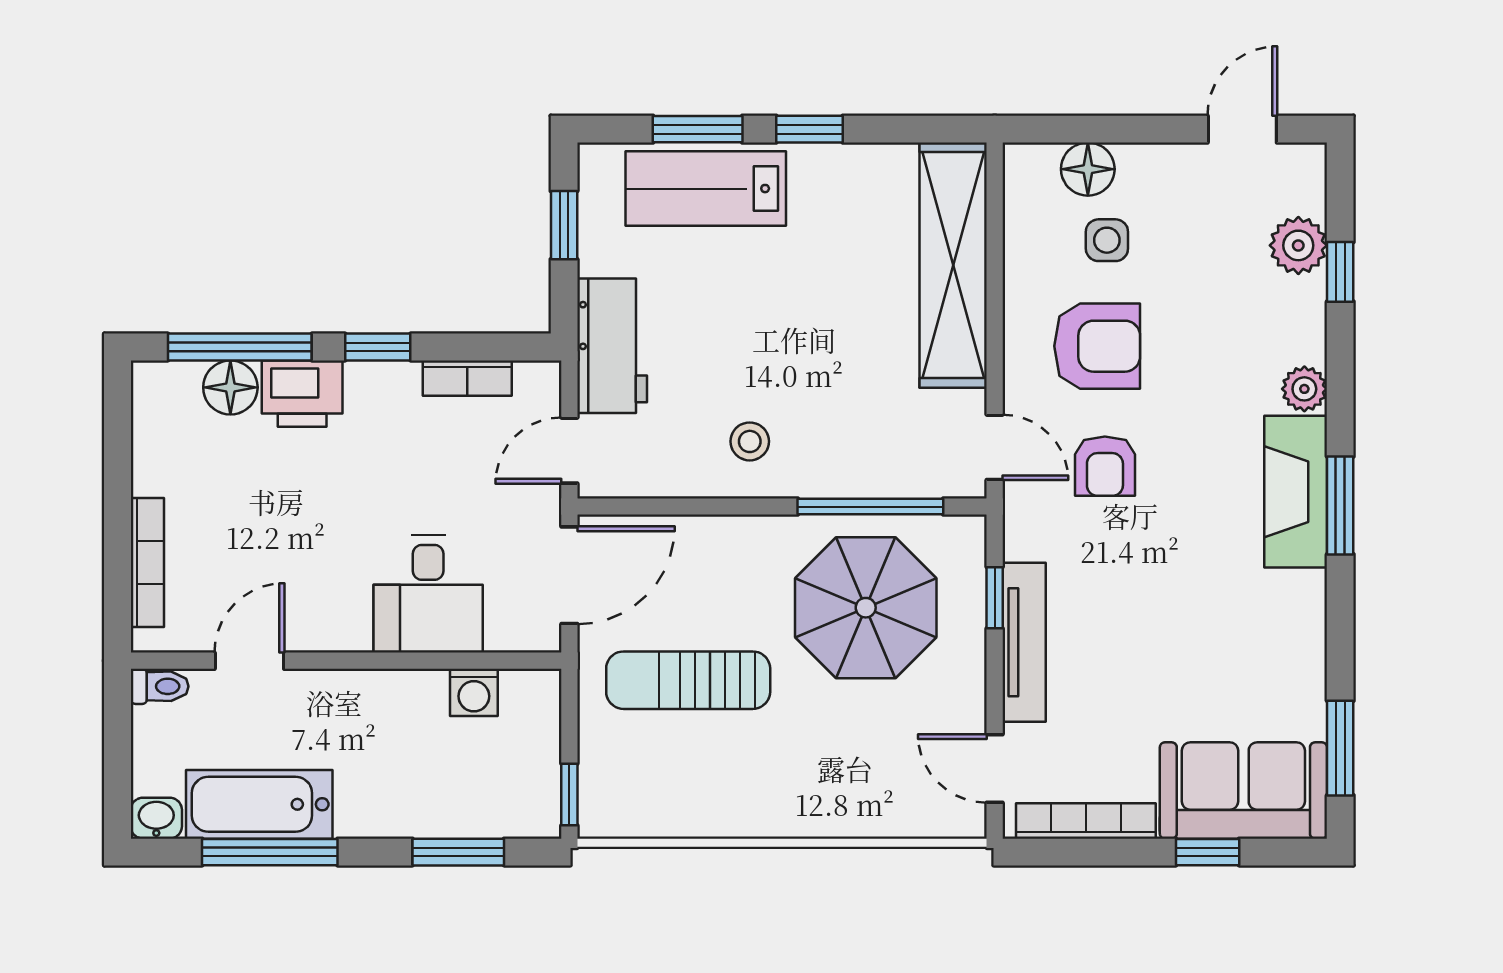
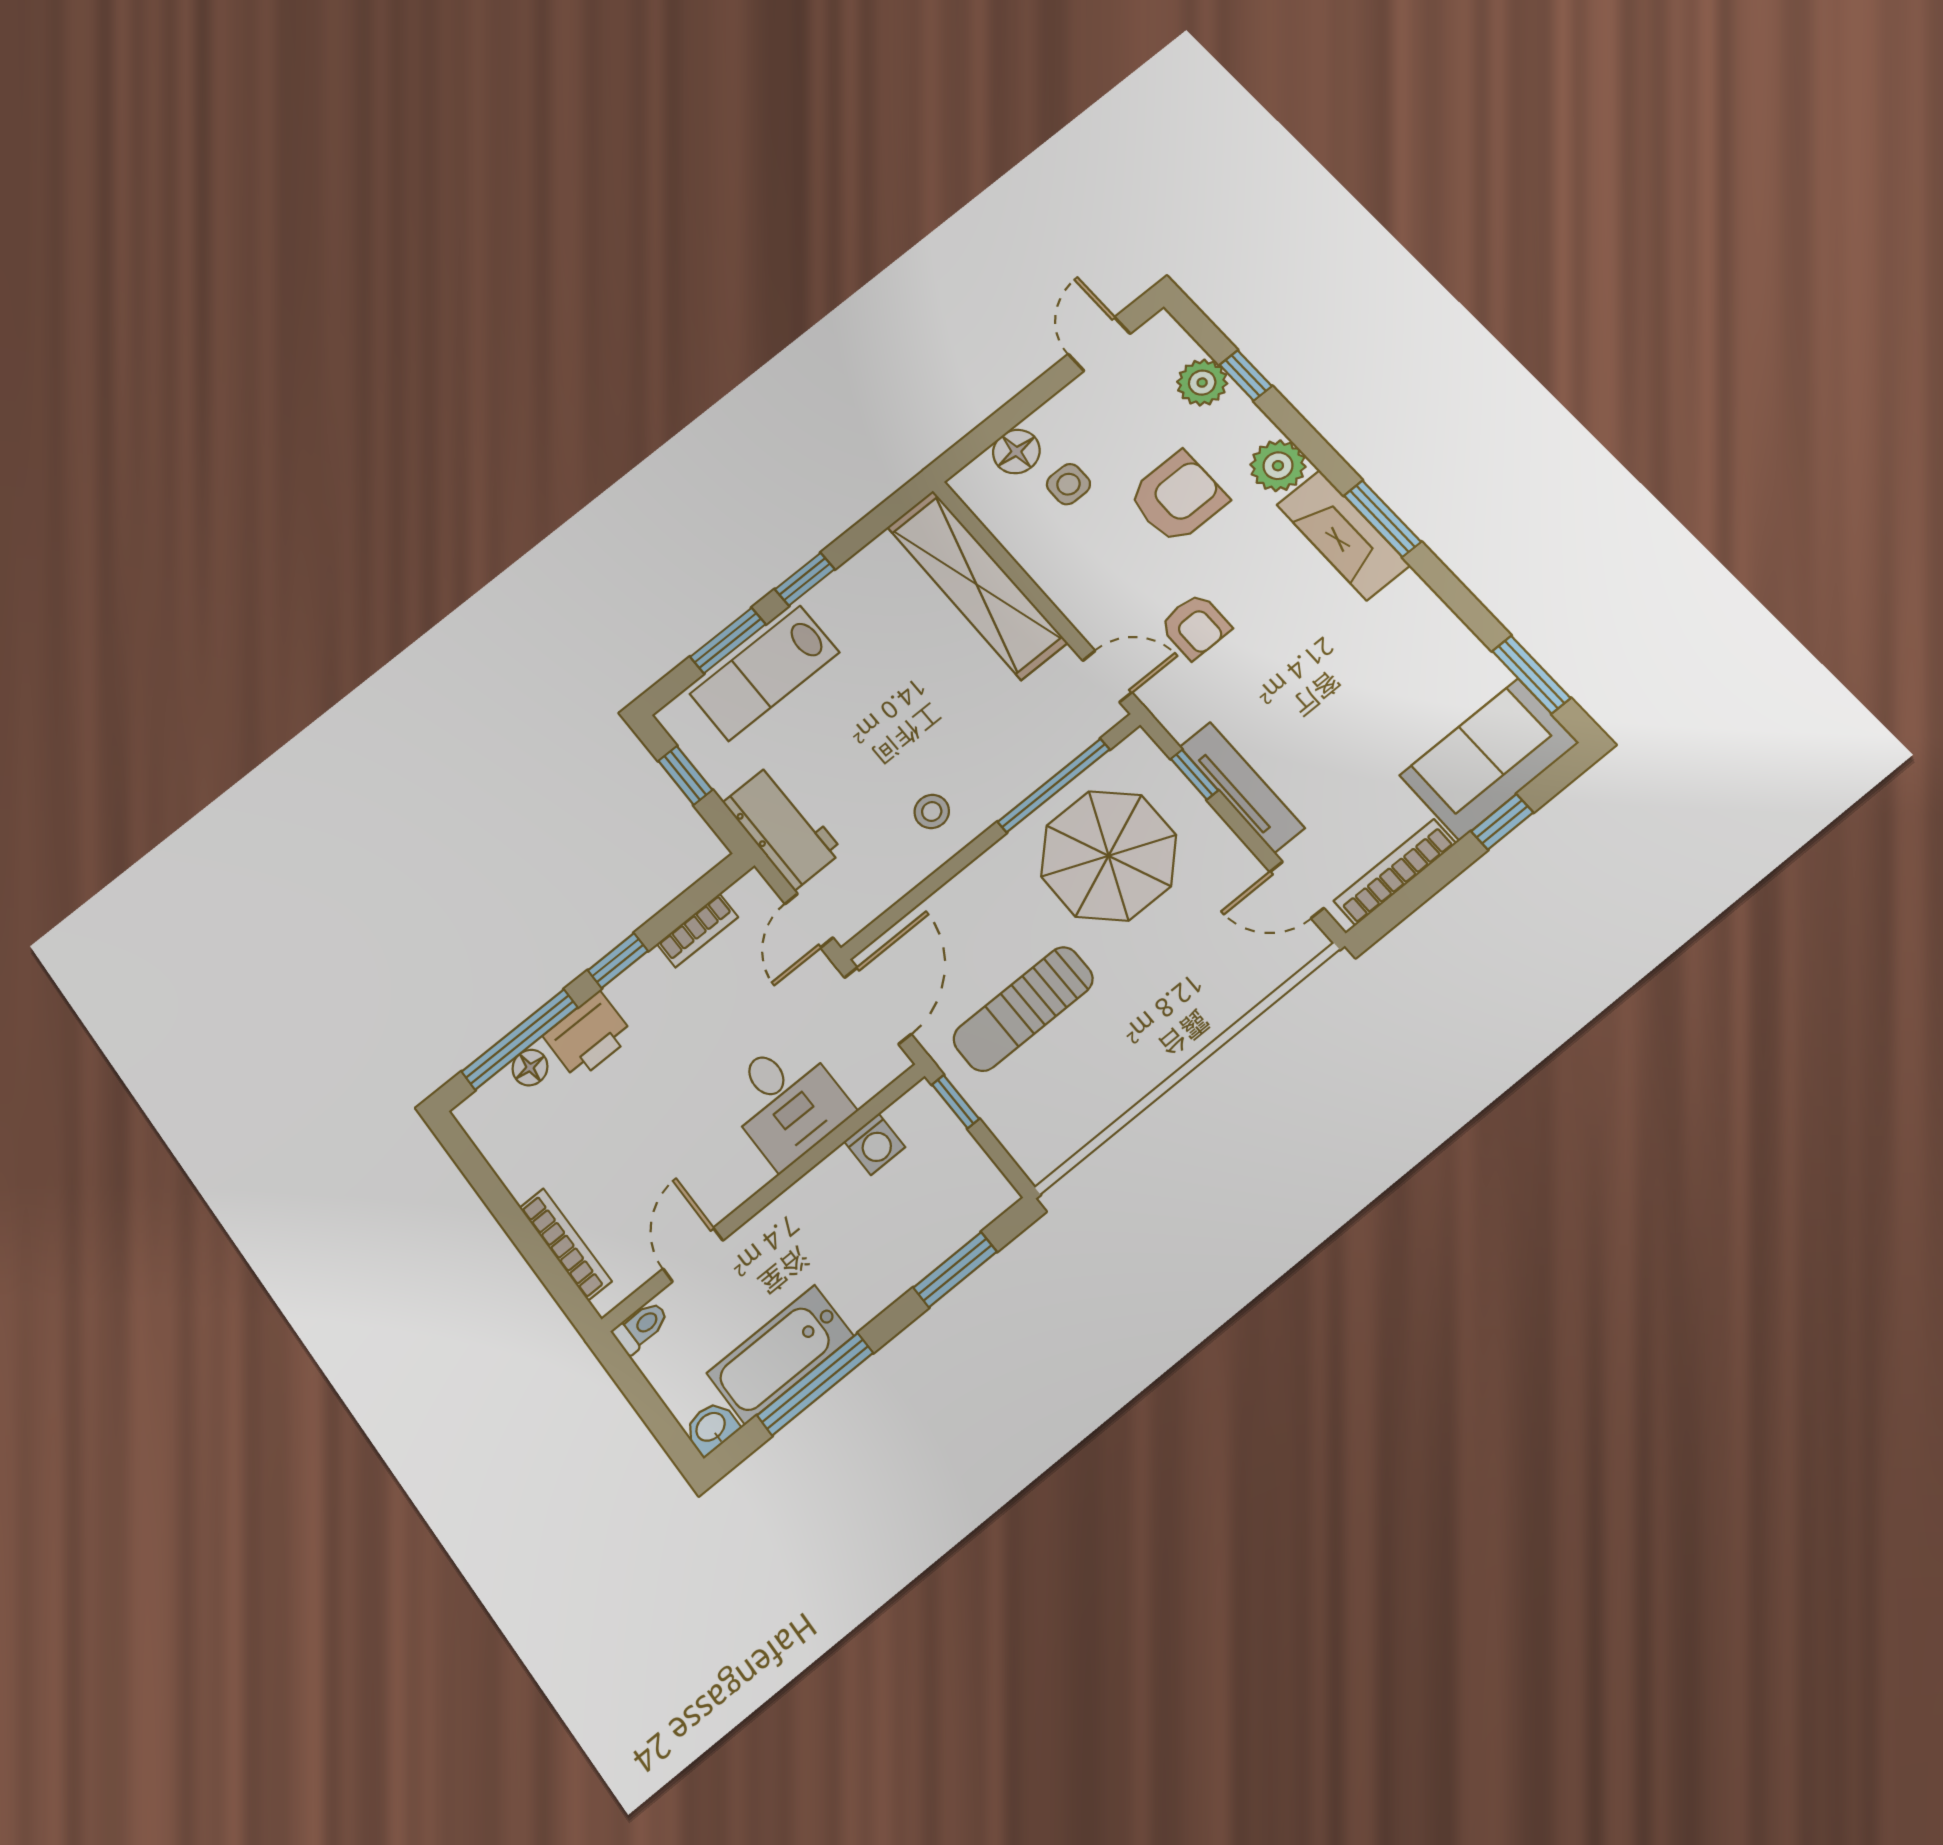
armchair: (1097, 346) -> (1178, 498), moved
floor lamp: (230, 387) -> (530, 1068), width x0.73, depth x0.73
plant: (1304, 389) -> (1278, 466), width x1.38, depth x1.38
window: (569, 794) -> (956, 1102), moved

